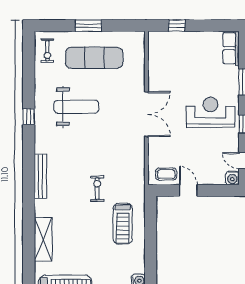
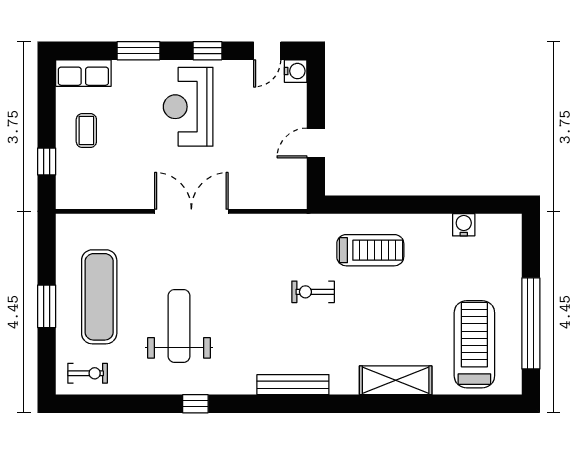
coffee table: (166, 174) -> (86, 131), moved

